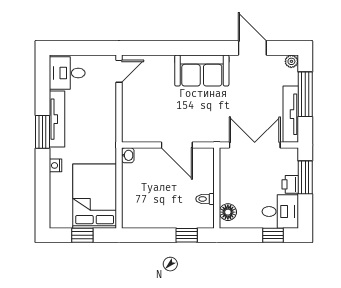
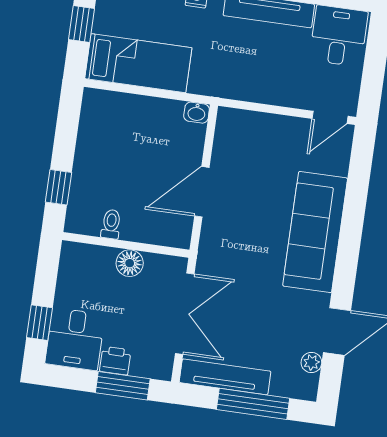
plant: (291, 61) -> (311, 362), moved
sofa: (202, 70) -> (315, 232), width x1.36
door: (119, 71) -> (330, 117), hinge flipped
bed: (95, 196) -> (138, 63), width x0.67
floor lamp: (228, 212) -> (130, 263), moved

